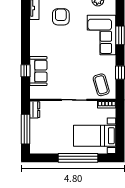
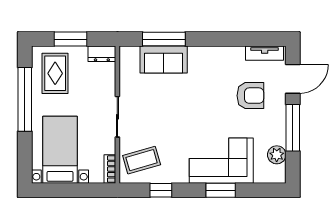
window: (26, 71) -> (164, 39), width x2.17
window: (26, 129) -> (71, 39), width x0.69
rug: (47, 139) -> (55, 73), added
window: (78, 158) -> (25, 99), moved

